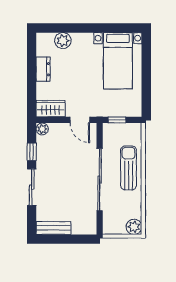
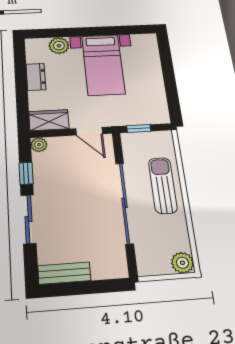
bed with nightstands: (118, 61) -> (103, 65), moved

